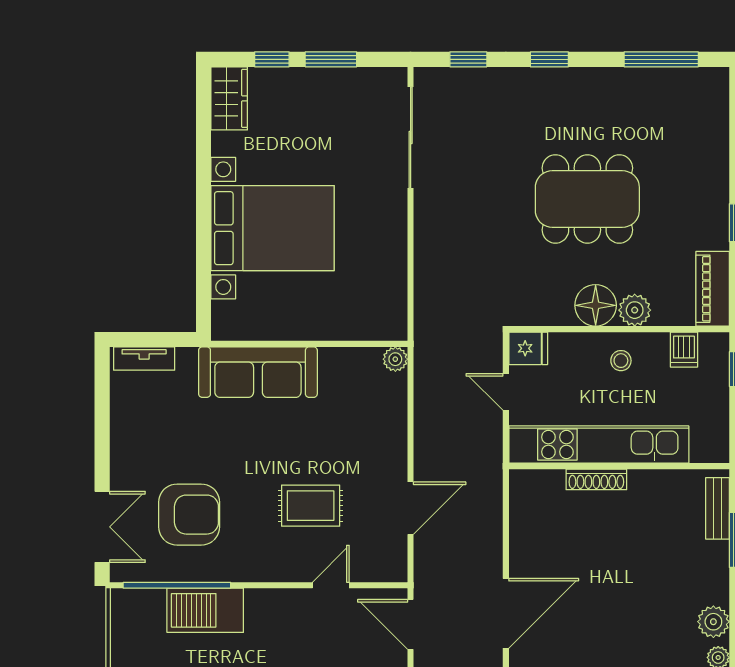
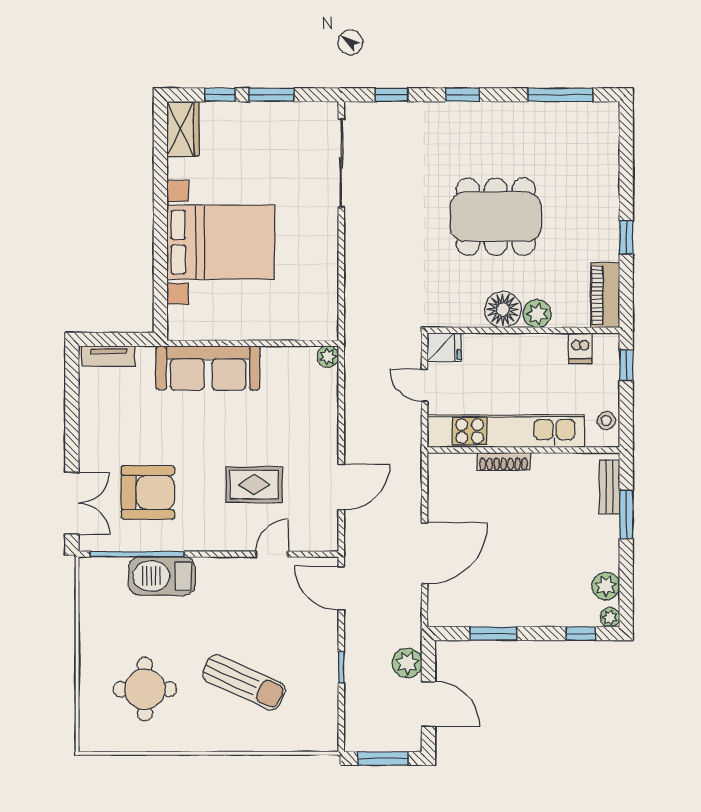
stool: (621, 361) -> (606, 421), moved
door: (506, 613) -> (425, 553), moved

